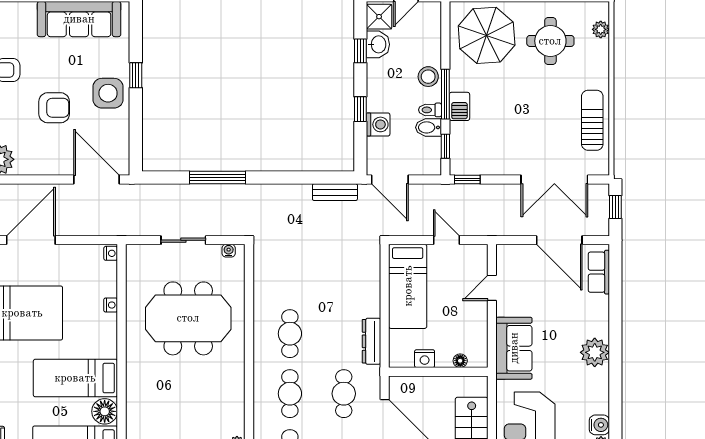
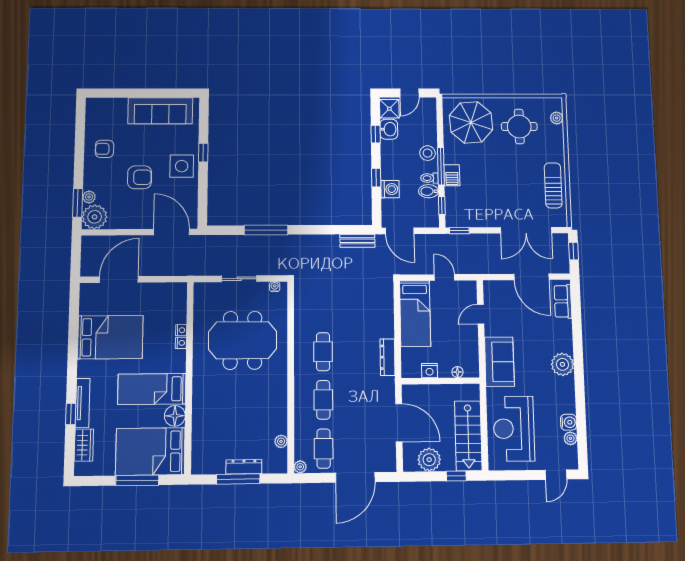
nightstand: (111, 253) -> (181, 343), moved
cafe table: (344, 394) -> (366, 399), removed

